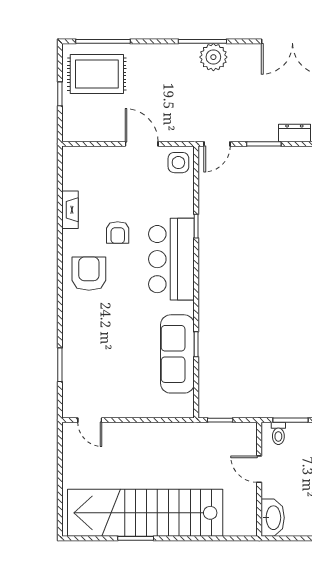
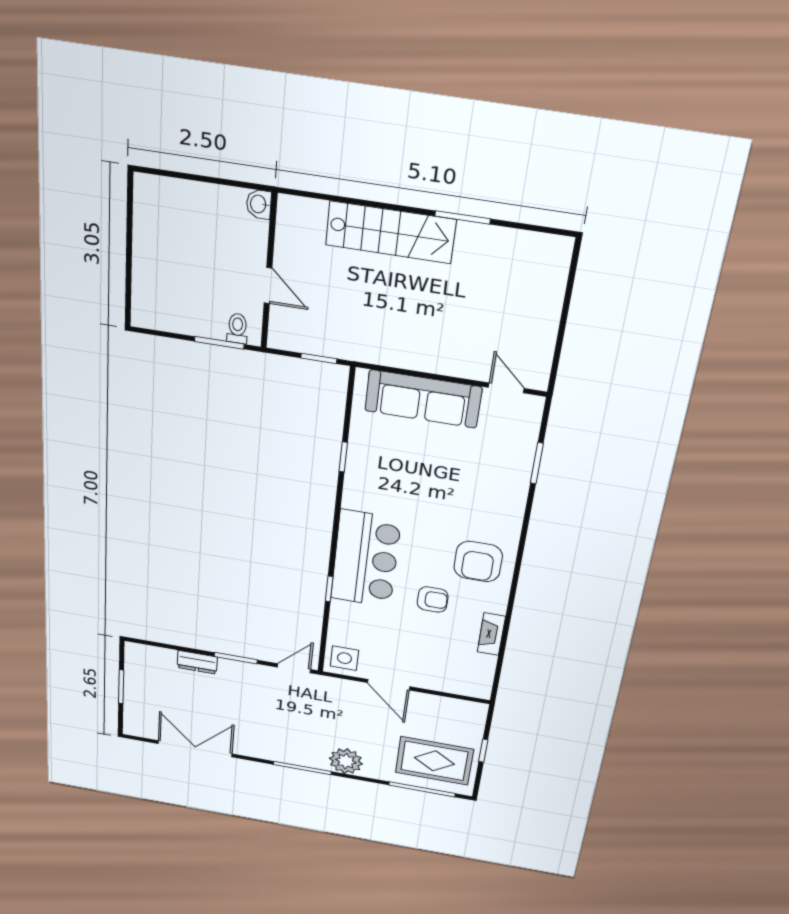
plant: (213, 57) -> (346, 761), moved
armchair: (118, 233) -> (433, 600), turned 90
sofa: (177, 354) -> (423, 399), moved, turned 90
stairs: (145, 513) -> (390, 232), width x0.54, depth x0.66
washbasin: (273, 518) -> (259, 204), width x0.52, depth x0.69

